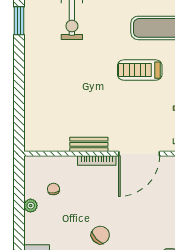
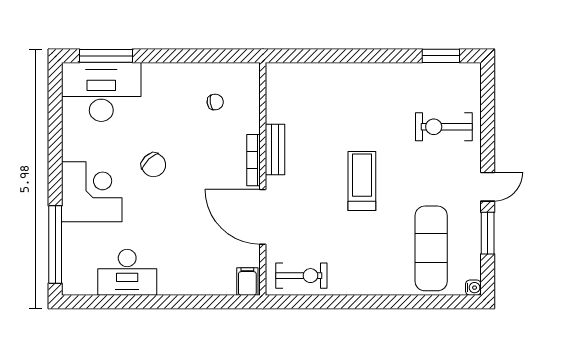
treadmill: (140, 70) -> (362, 181), moved
plant: (31, 206) -> (193, 71), removed

